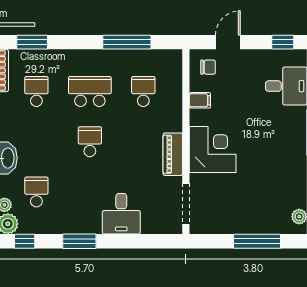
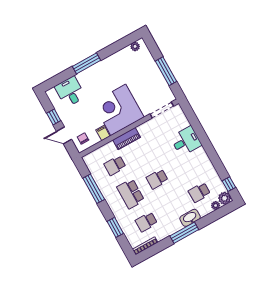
window: (32, 42) -> (115, 227), moved
window: (283, 42) -> (54, 117), moved
corner desk: (213, 150) -> (118, 110), width x1.36, depth x1.36
piano: (173, 154) -> (127, 139), moved
window: (79, 241) -> (213, 155), removed
window: (257, 241) -> (166, 71), moved

